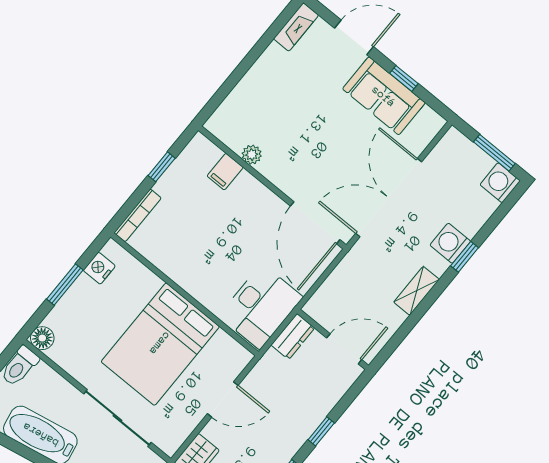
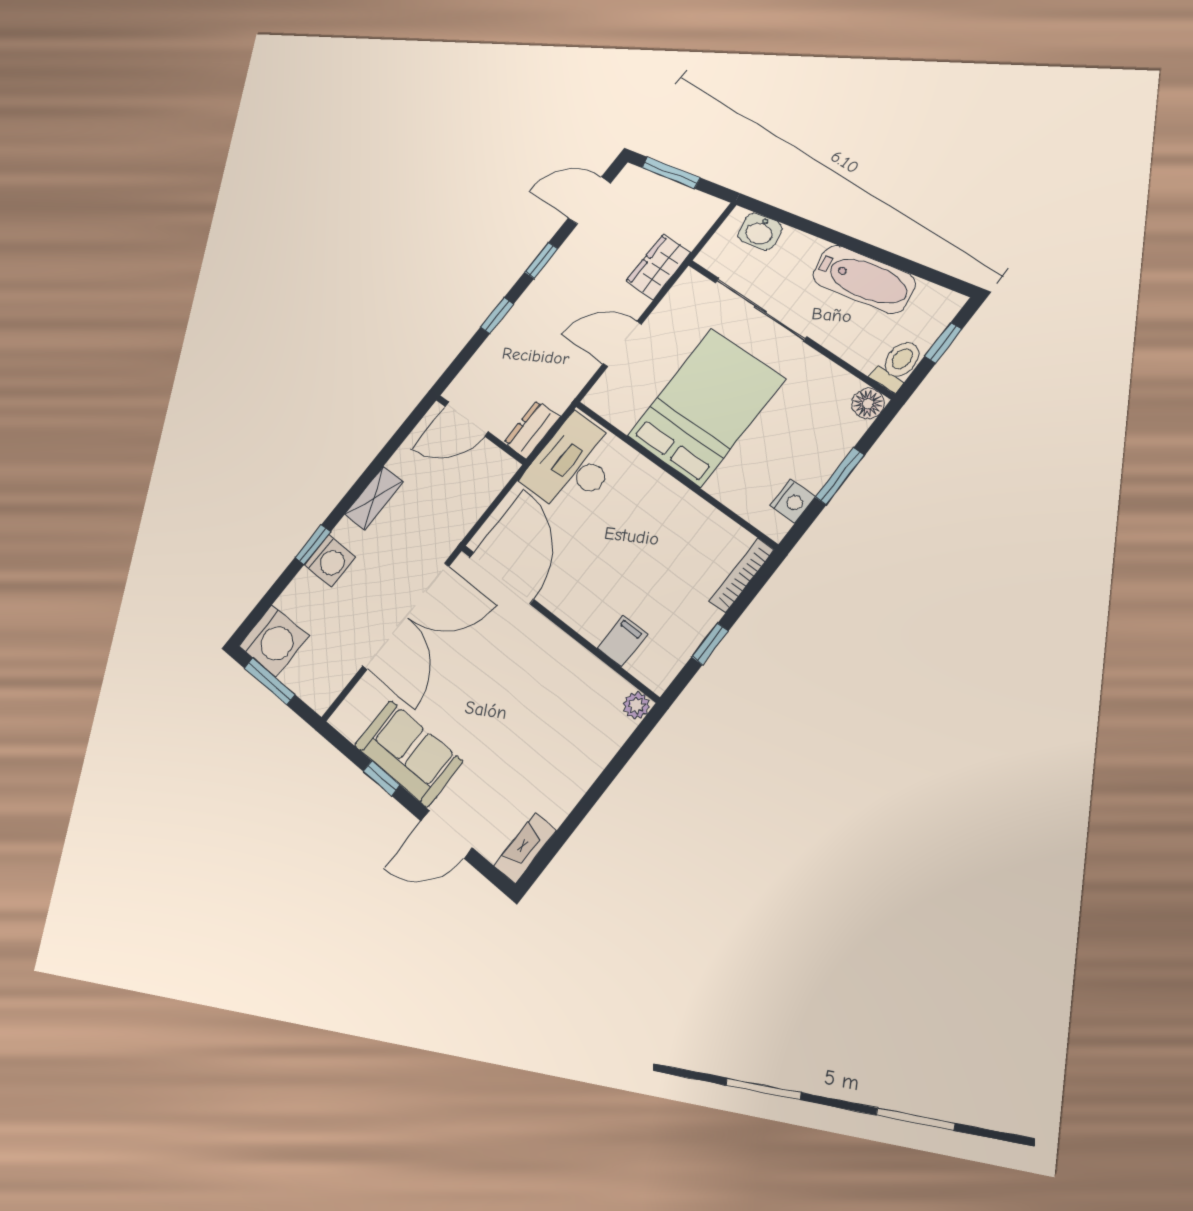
plant: (252, 155) -> (636, 705), moved
washing machine: (500, 183) -> (274, 641), width x1.37, depth x1.37

